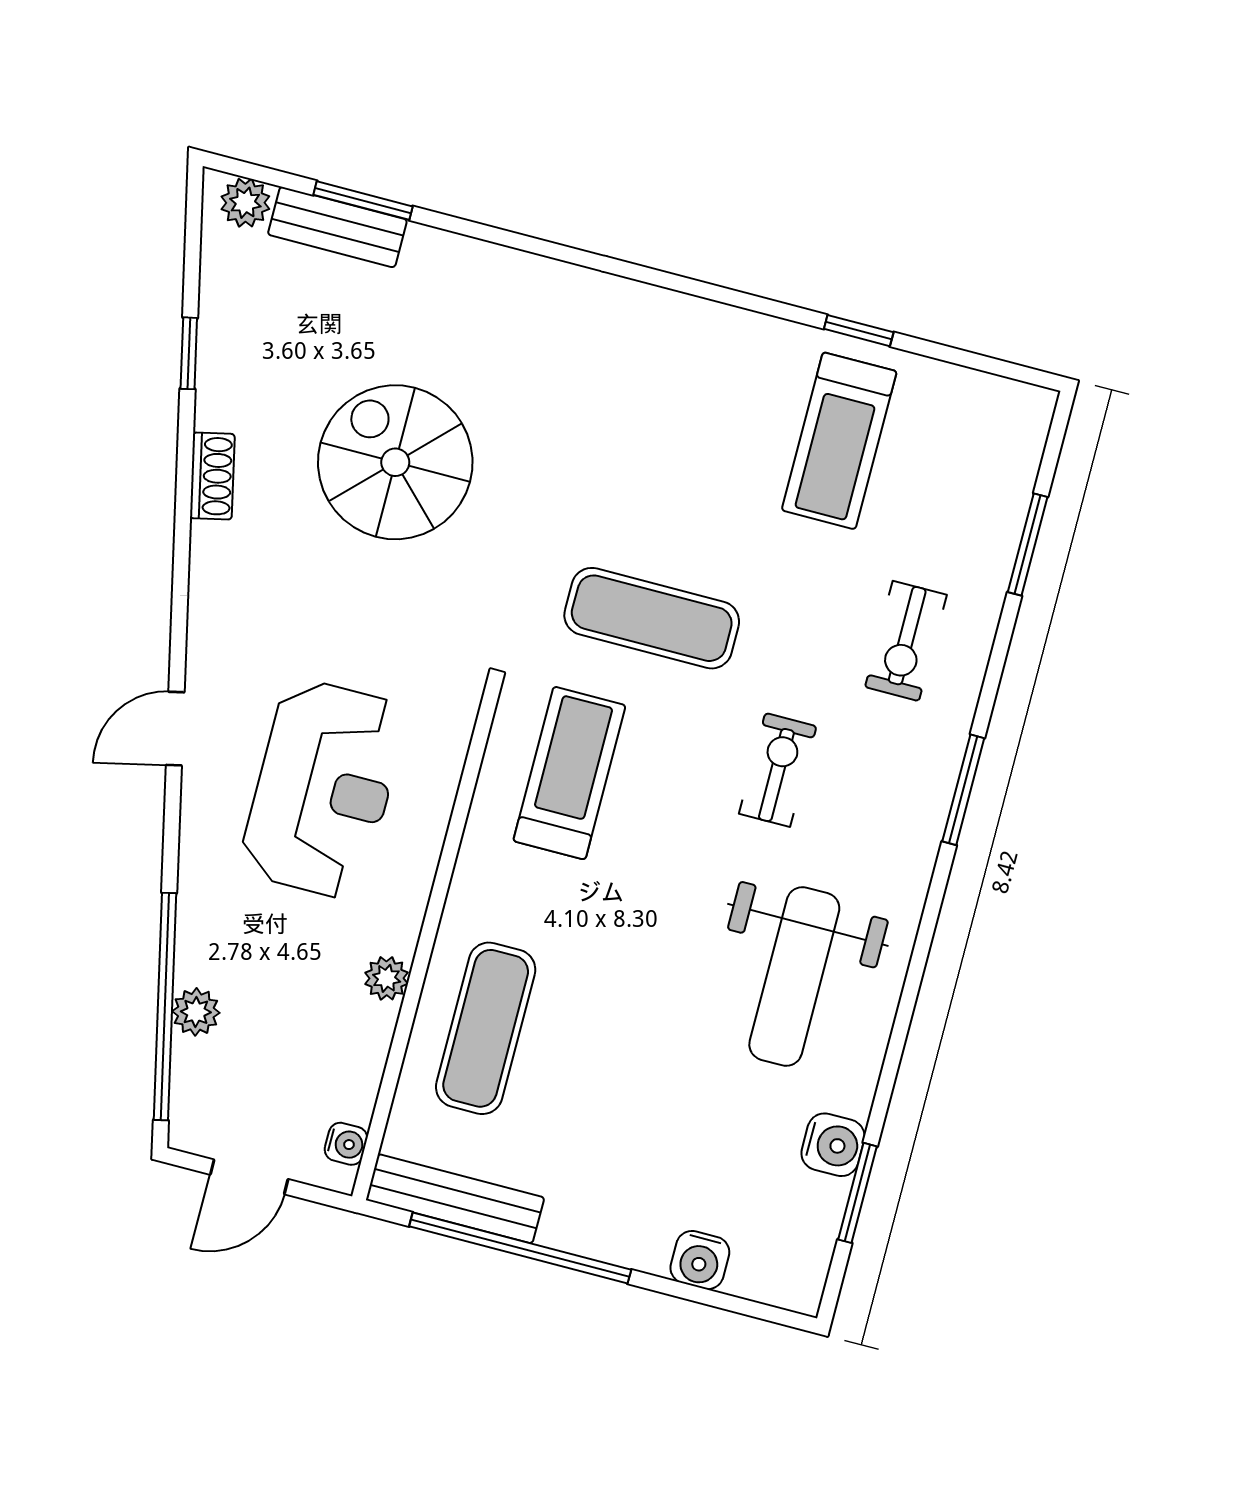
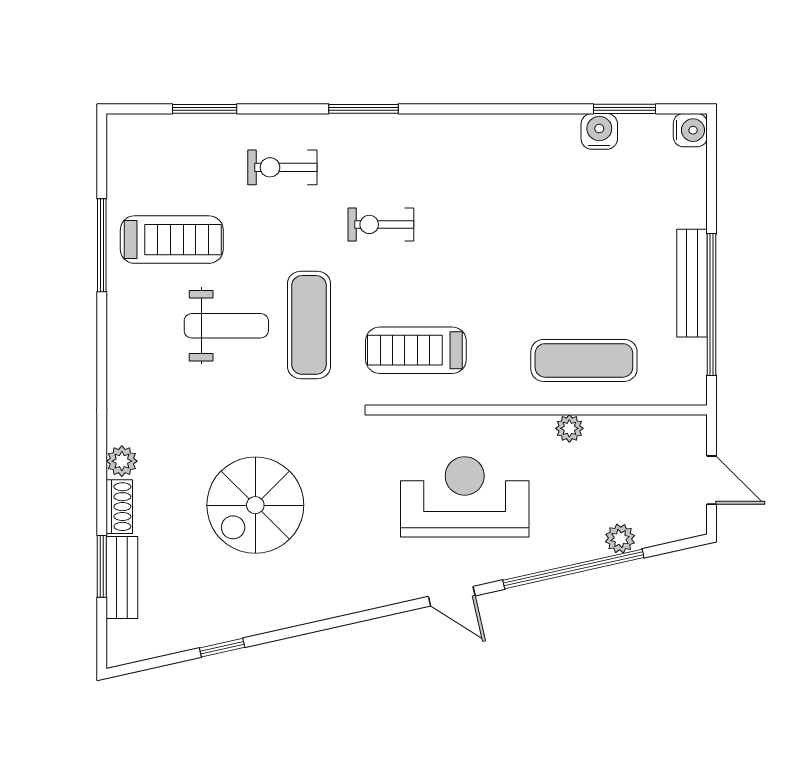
plant: (245, 203) -> (122, 461), moved
window: (859, 331) -> (102, 245), width x2.17
shoe rack: (212, 476) -> (119, 507), moved, turned 103
exercise bike: (906, 641) -> (282, 167), turned 180
weight bench: (794, 976) -> (226, 326), moved, width x0.73, depth x0.75
window: (165, 1007) -> (573, 569), moved
water cooler: (346, 1144) -> (676, 427), removed
bench: (455, 1199) -> (692, 283), moved
water cooler: (700, 1260) -> (690, 130), moved

